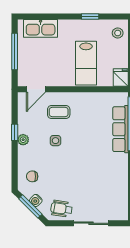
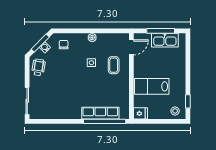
window: (90, 16) -> (188, 101), moved
kitchen sink: (41, 28) -> (165, 40), moved, turned -90
door: (36, 89) -> (131, 47), swing flipped
window: (15, 132) -> (98, 31), removed
sliding door: (91, 223) -> (27, 101), moved

